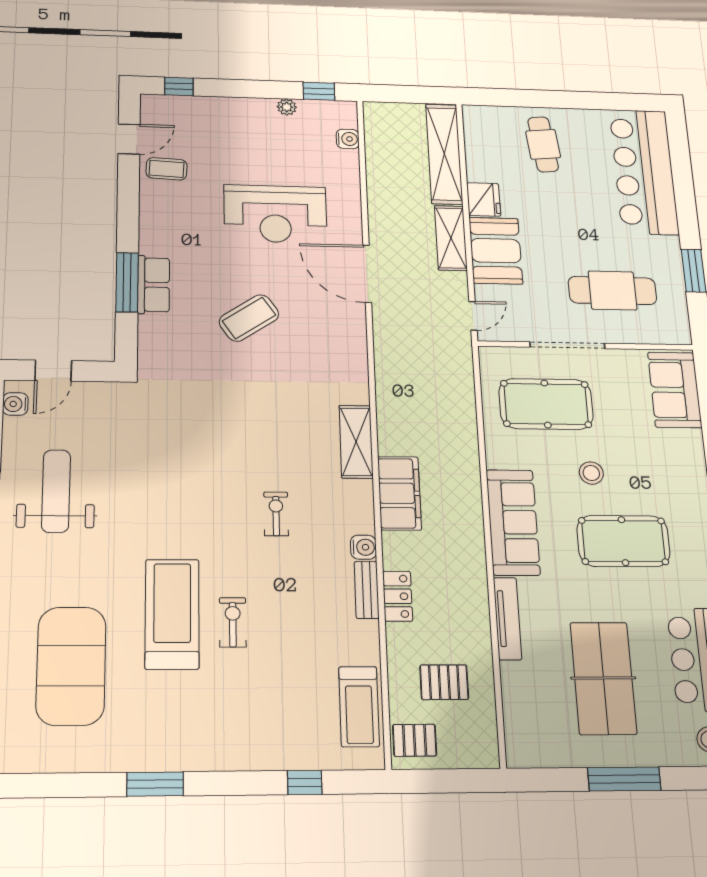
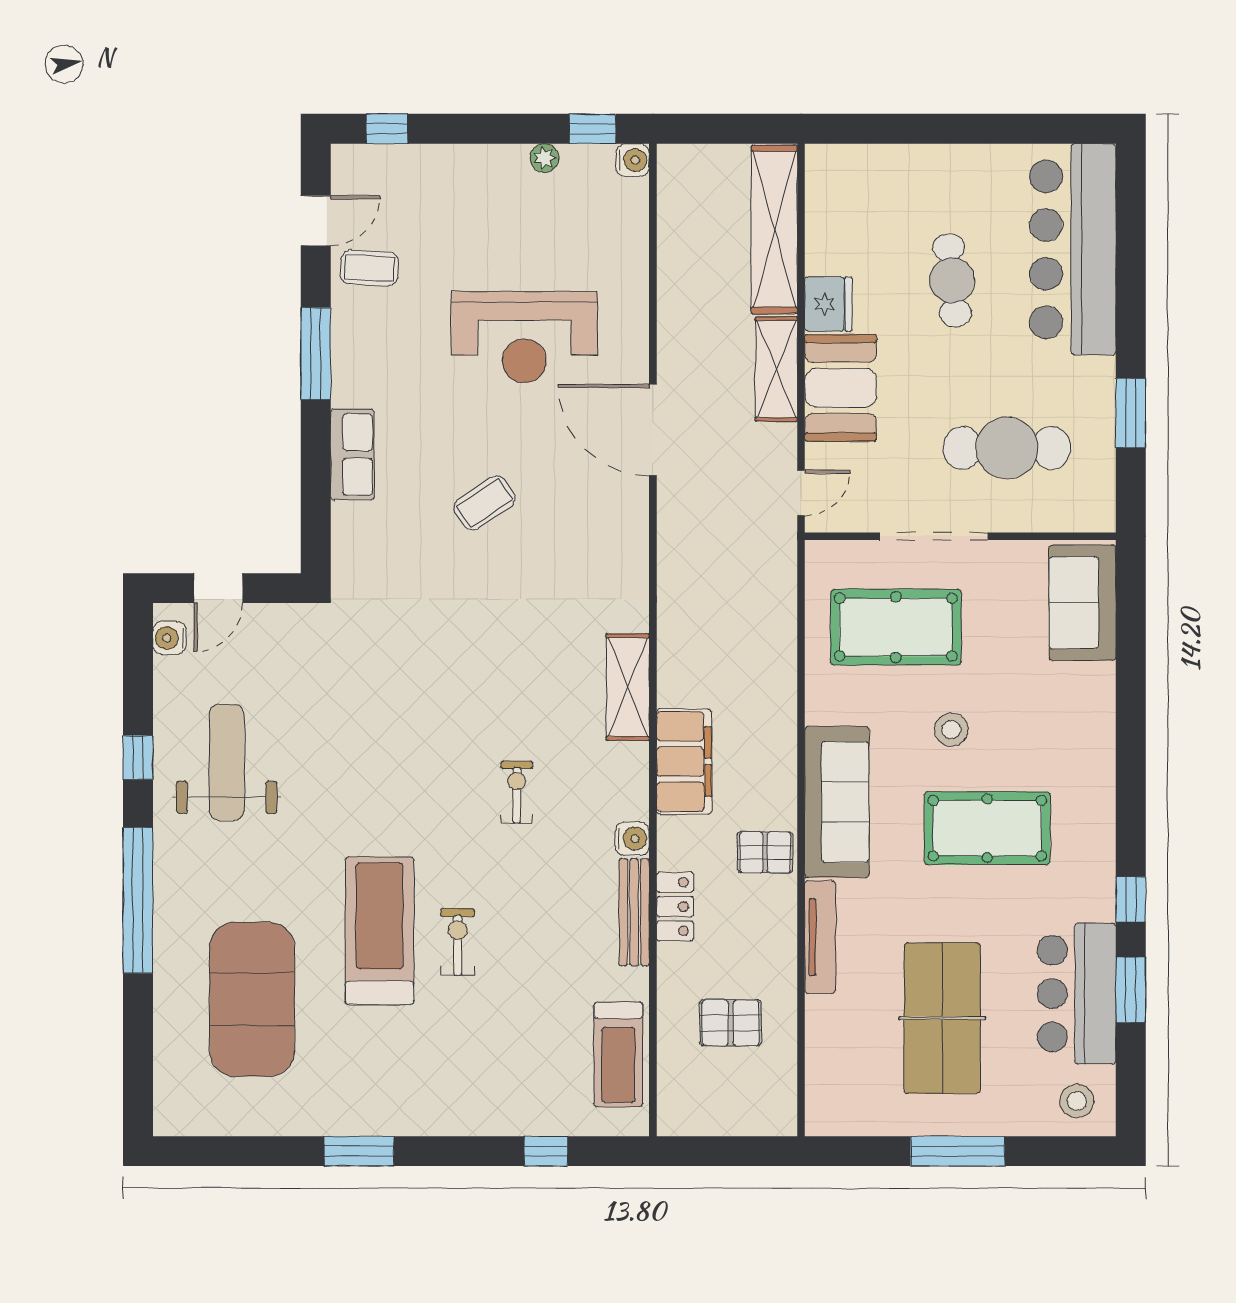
water cooler: (348, 139) -> (633, 160), moved
cafe table: (543, 144) -> (952, 280), moved
window: (127, 282) -> (316, 354), moved
coffee table: (249, 318) -> (484, 503), width x0.73, depth x0.77
bench: (367, 590) -> (634, 912), width x1.36
pallet: (415, 740) -> (765, 852), moved

